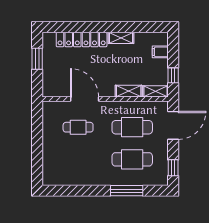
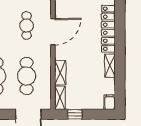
filing cabinet: (160, 52) -> (110, 102), moved

